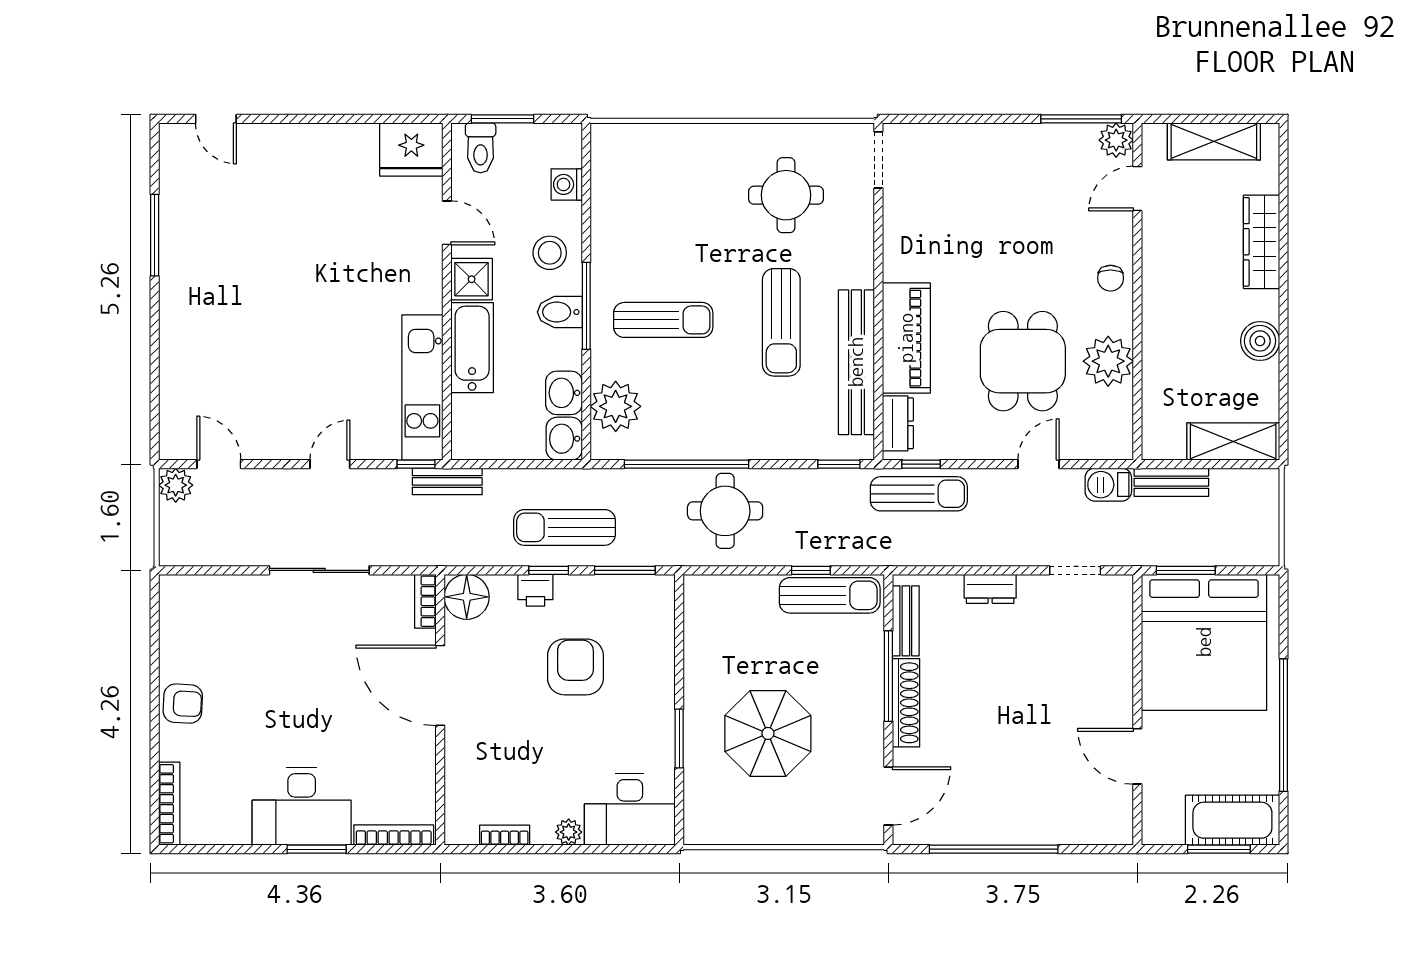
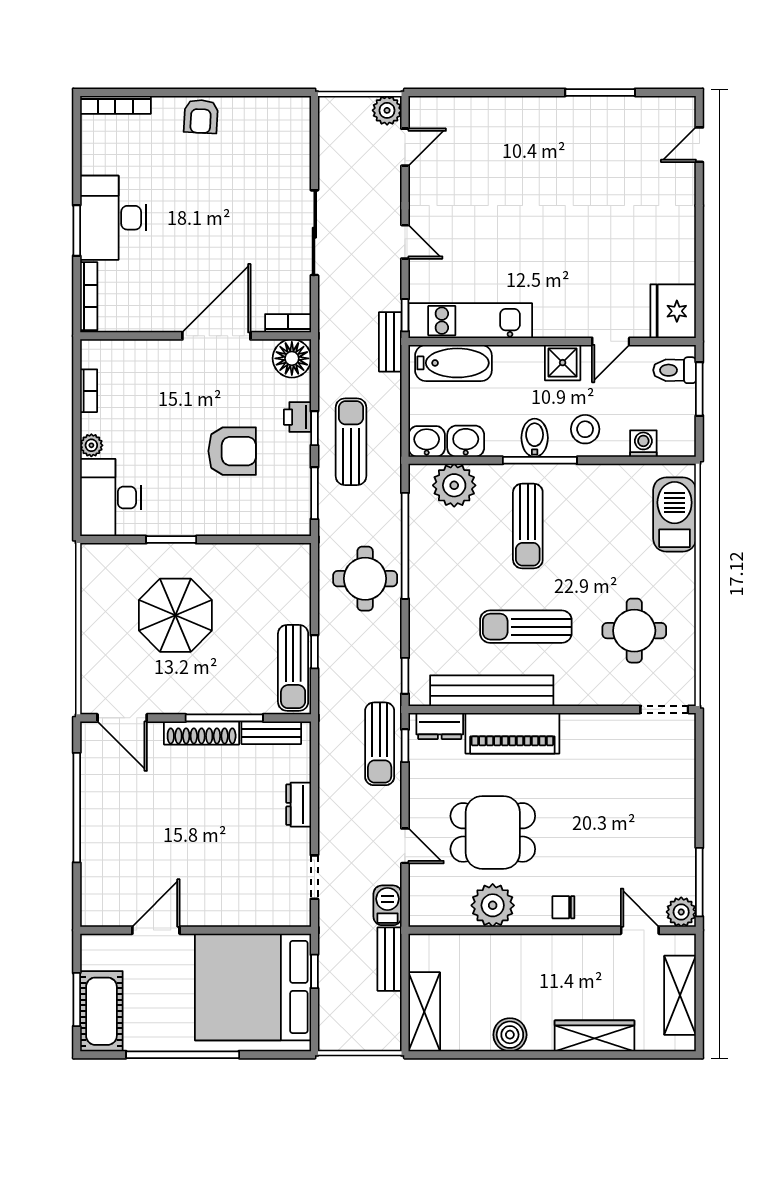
barbecue: (650, 148) -> (675, 514), added
bathtub: (472, 348) -> (453, 363), moved
window: (1186, 570) -> (314, 971), width x0.67

